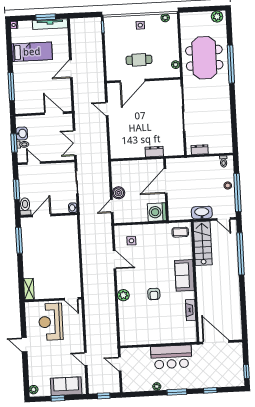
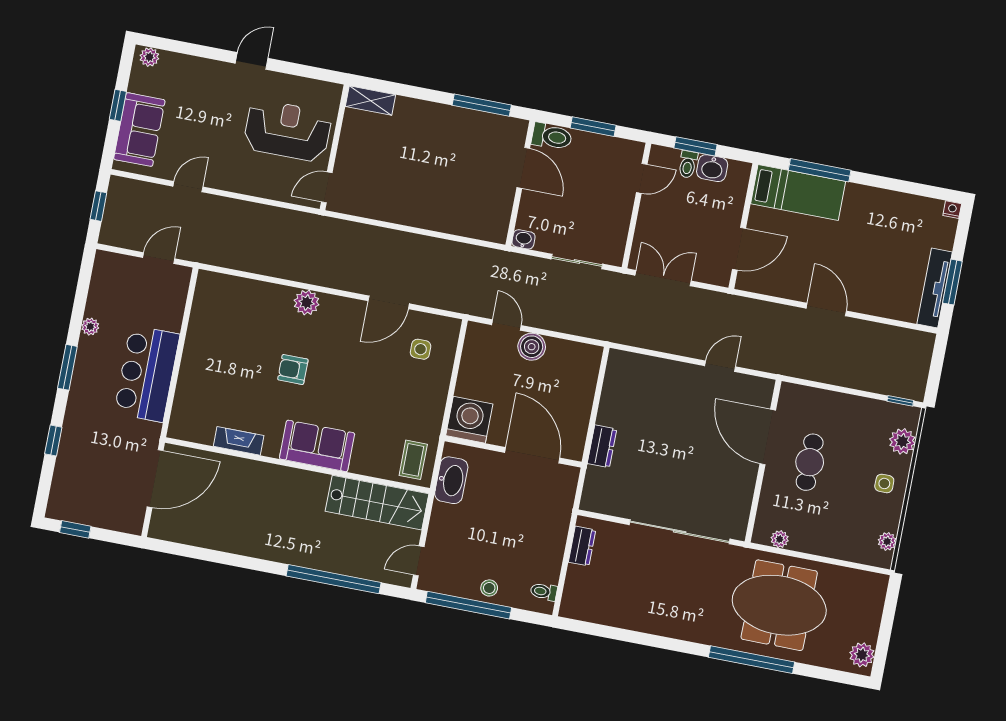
plant: (120, 22) -> (902, 441), added
bed: (32, 52) -> (798, 193), moved, turned -90
washbasin: (202, 213) -> (451, 480), moved

